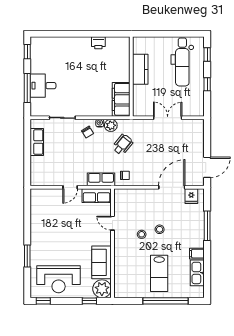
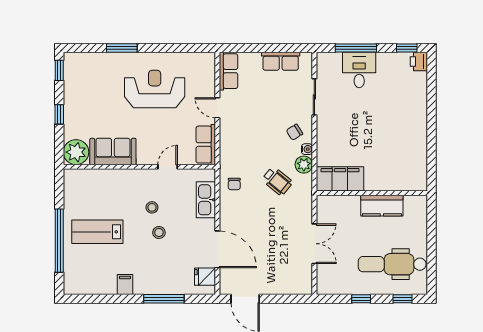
printer: (98, 43) -> (419, 62), moved
row of seats: (101, 179) -> (229, 71), moved
kitchen sink: (197, 273) -> (206, 200), moved, turned -90
reception desk: (59, 279) -> (155, 89), moved, turned 90
window: (89, 301) -> (59, 114), moved

